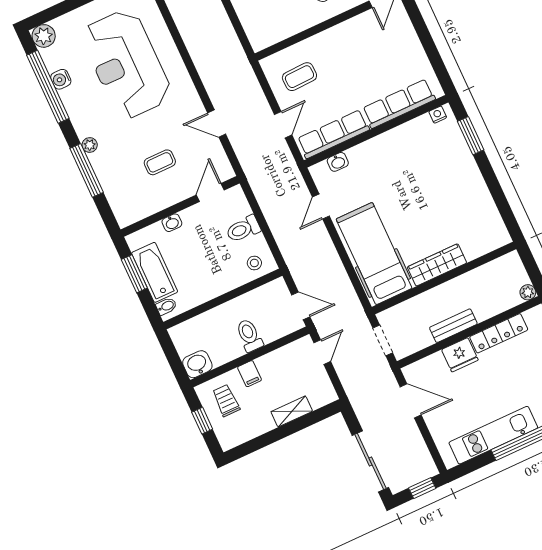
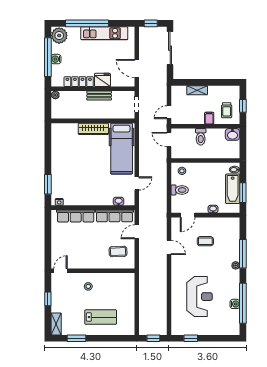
plant: (44, 36) -> (233, 329), removed
reception desk: (126, 64) -> (200, 297), width x0.74, depth x0.77

